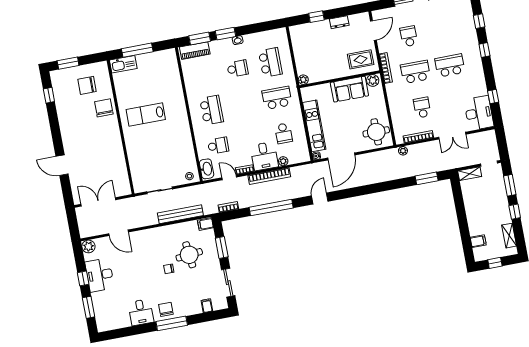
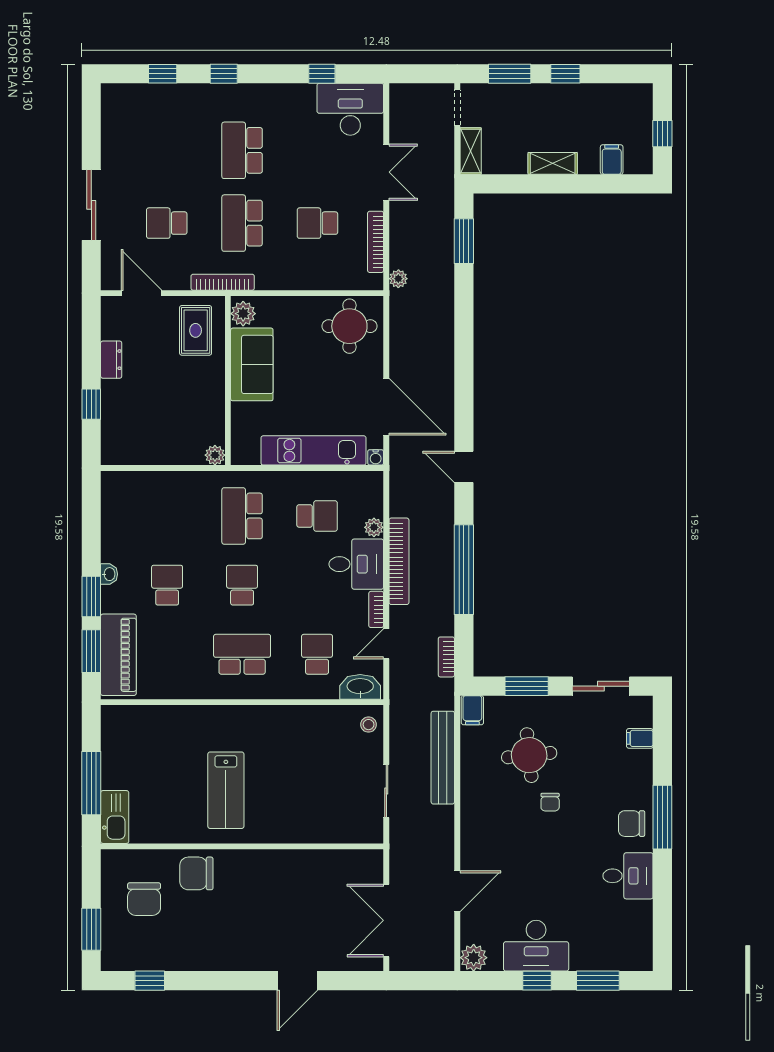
piano: (195, 51) -> (118, 655), width x1.37, depth x1.33
school desk: (270, 62) -> (242, 585), moved, width x0.54
shelving: (509, 236) -> (553, 163), moved

